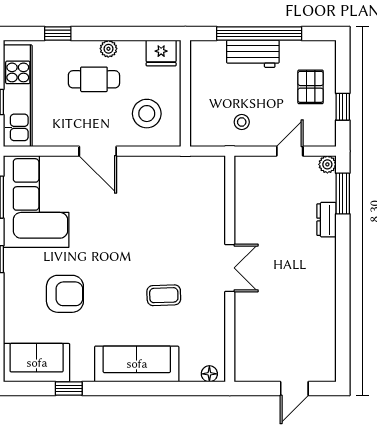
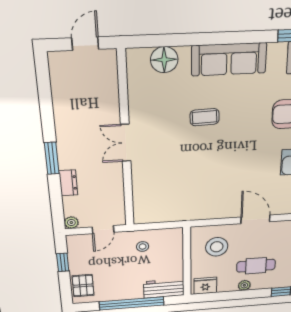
workbench: (253, 54) -> (164, 288), moved
pallet: (311, 87) -> (83, 286), moved
window: (343, 194) -> (52, 158), moved
double door: (230, 268) -> (126, 143), moved
wall: (230, 269) -> (126, 142), moved
floor lamp: (209, 374) -> (164, 60), width x1.89, depth x1.89

